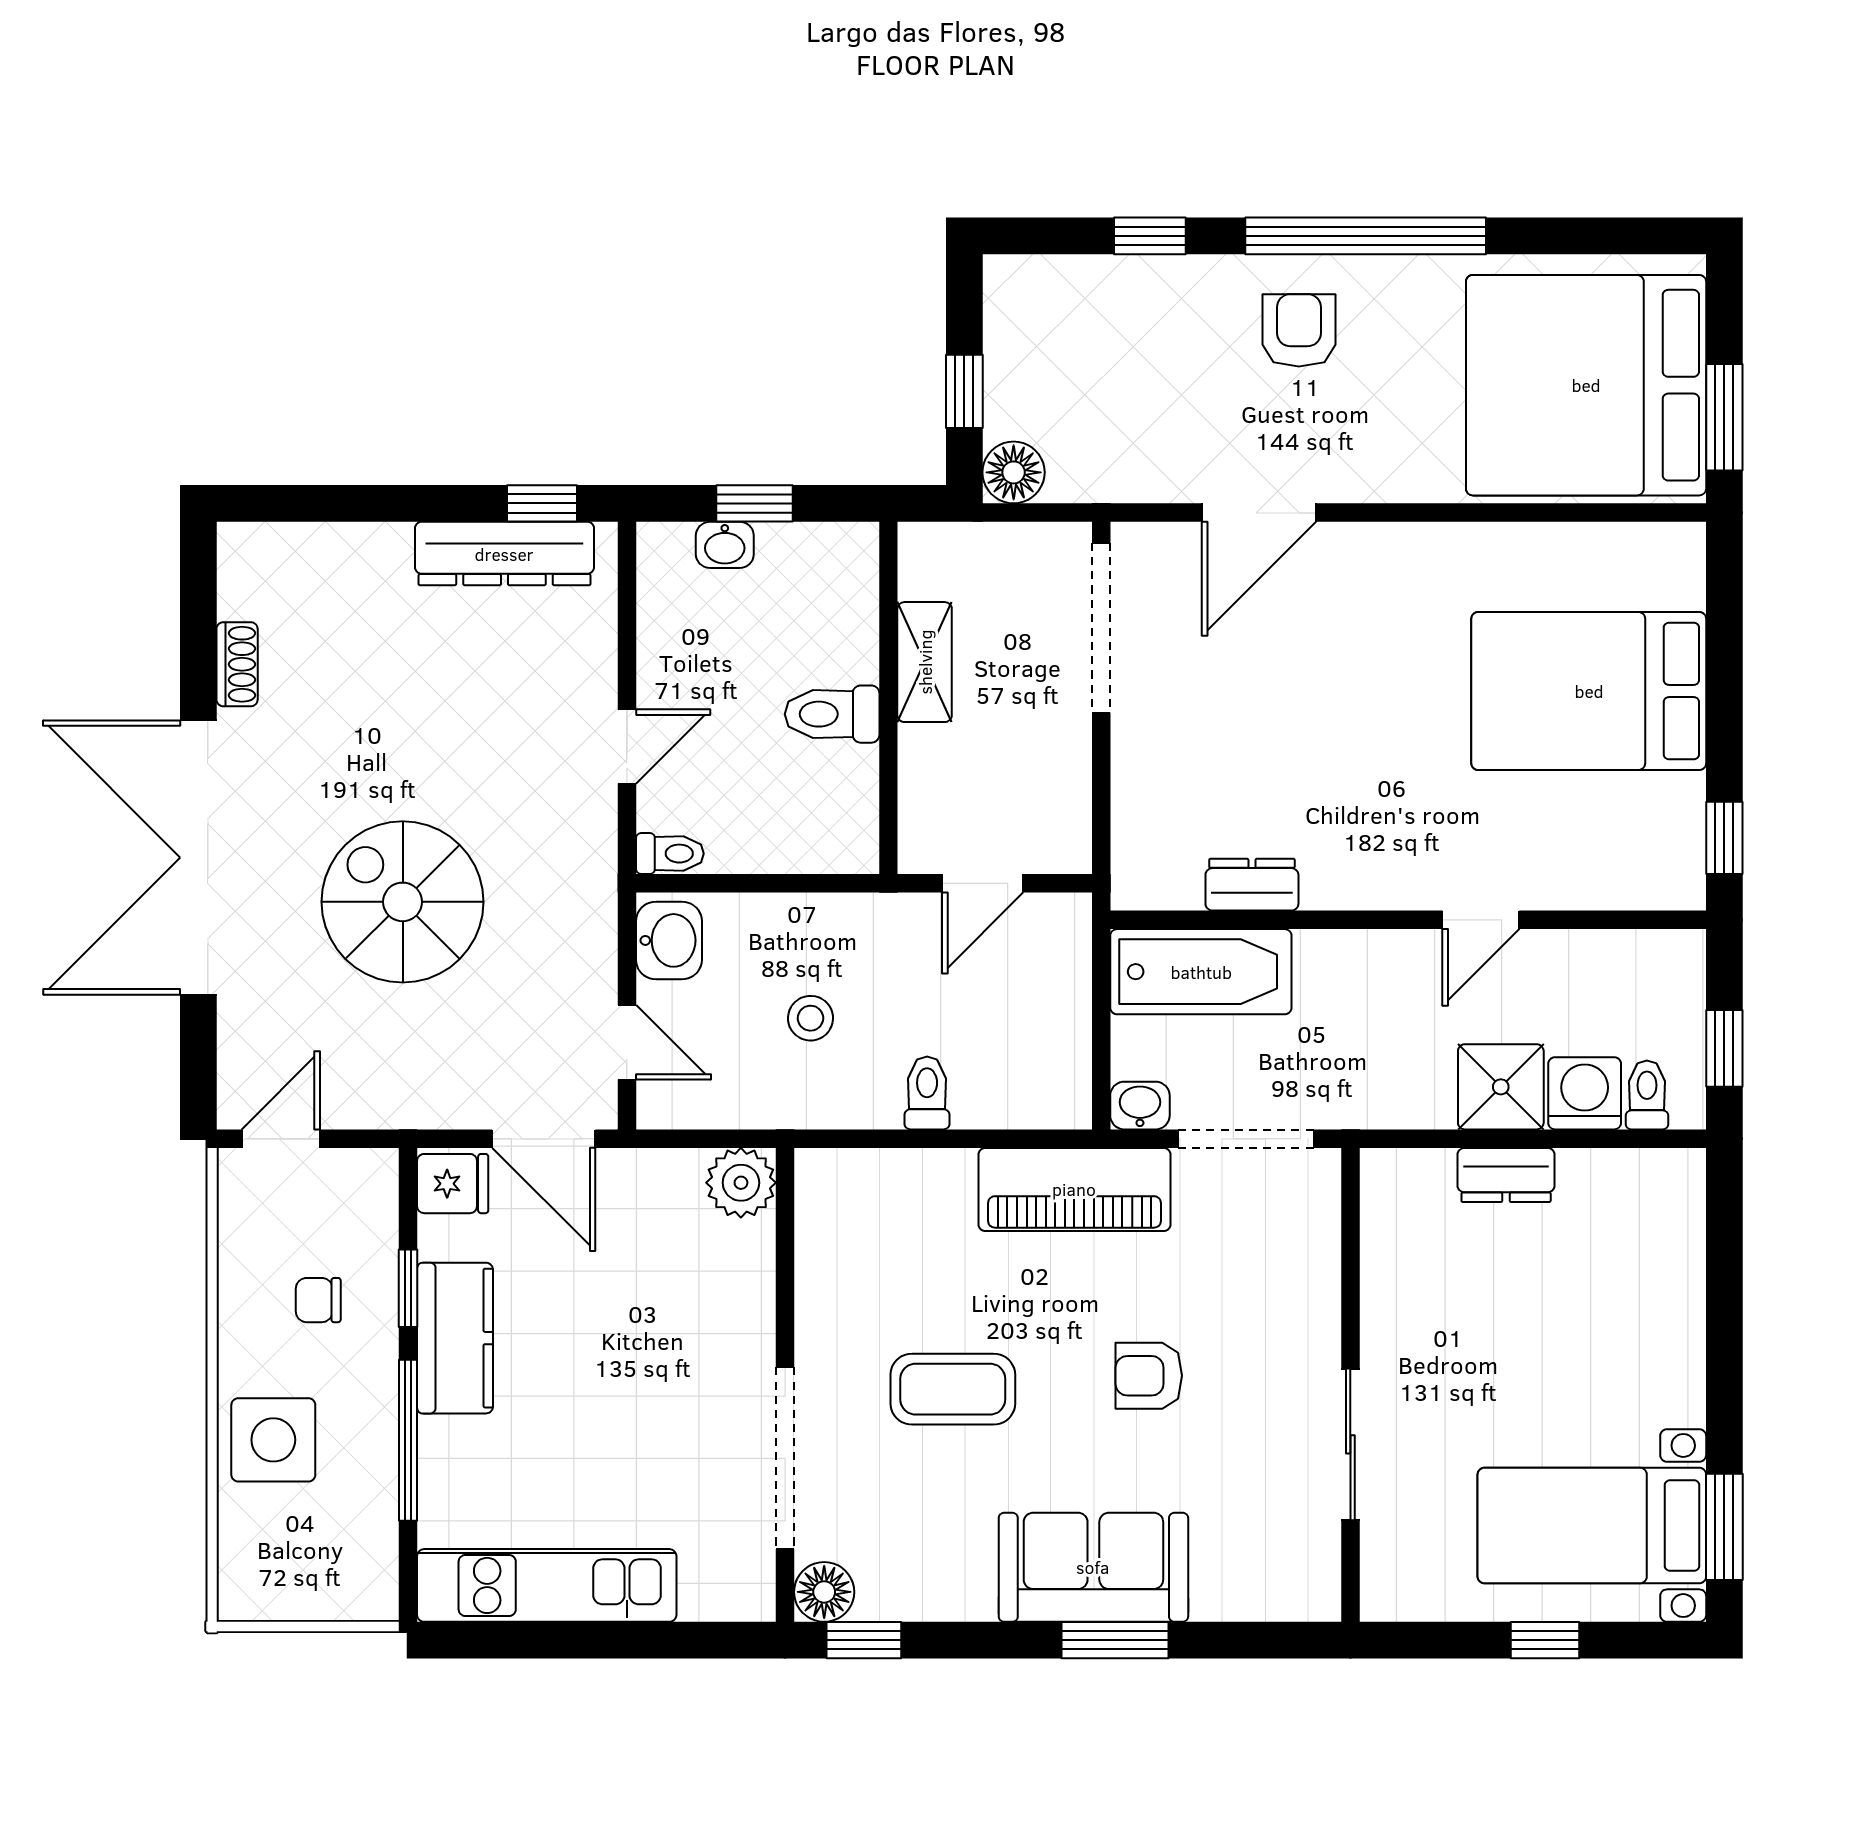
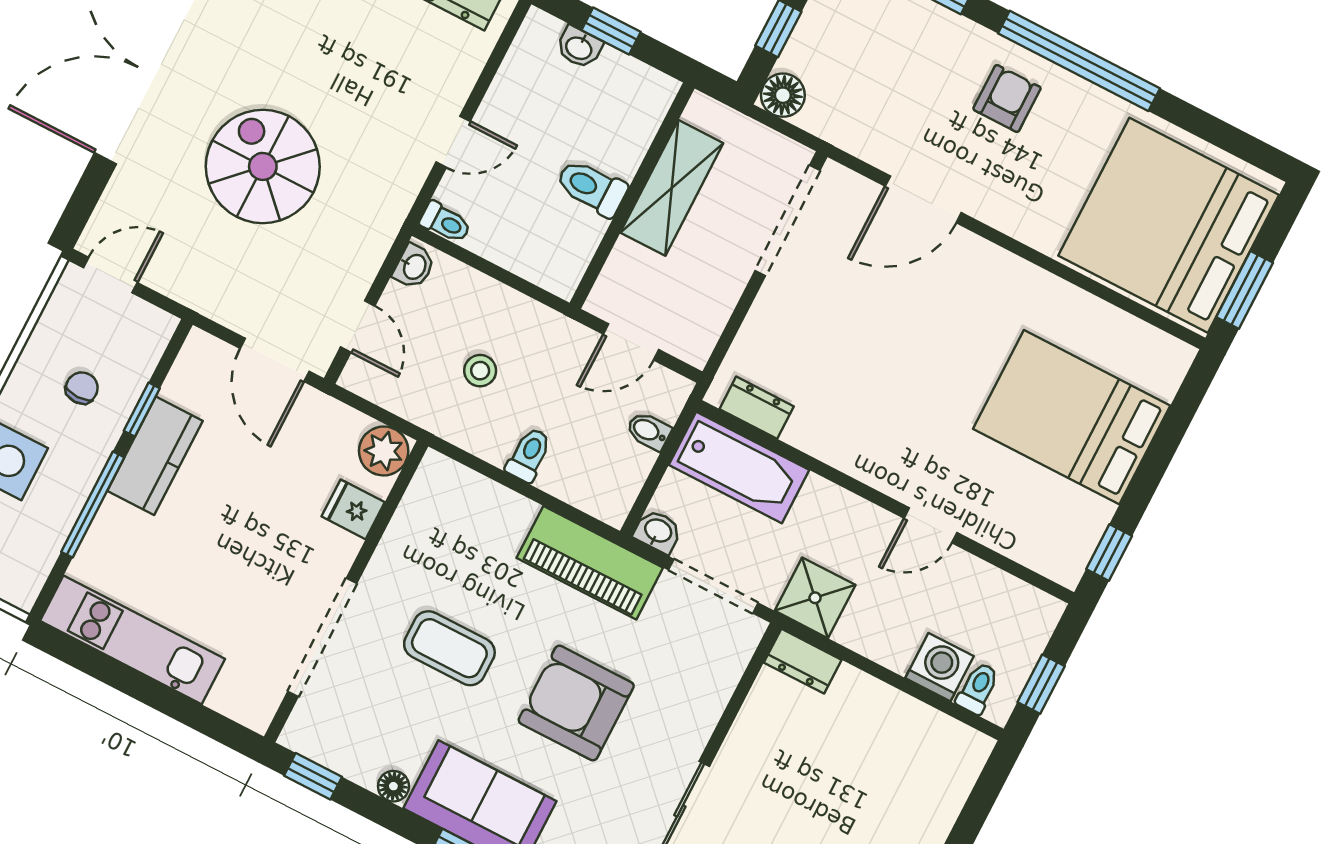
shelving: (925, 662) -> (672, 188), width x1.50, depth x1.33
dresser: (1252, 885) -> (757, 408), moved
washbasin: (669, 940) -> (414, 266), width x0.72, depth x0.69
bidet: (1063, 985) -> (649, 431), added
shower: (1501, 1087) -> (815, 598), moved
dresser: (1506, 1175) -> (803, 661), moved
fridge: (453, 1184) -> (353, 509), moved, turned 180
chair: (318, 1300) -> (82, 388), turned 90
armchair: (1149, 1376) -> (576, 703), width x1.88, depth x1.88
floor lamp: (824, 1592) -> (393, 786), moved, width x0.73, depth x0.73

